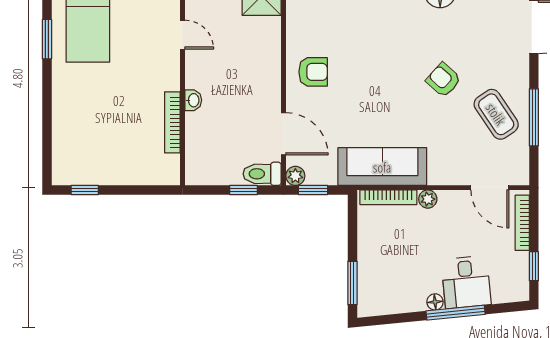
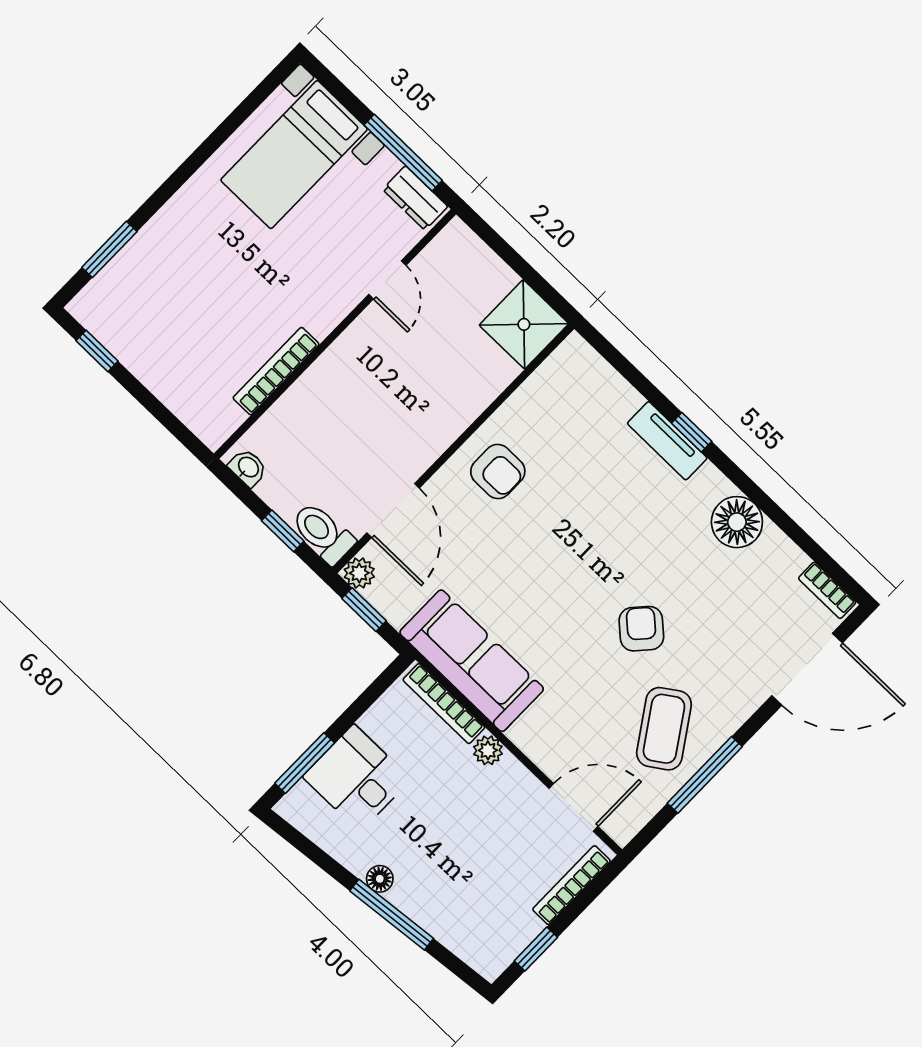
window: (47, 39) -> (109, 249), moved
washbasin: (193, 100) -> (248, 468), moved, turned -90
door: (490, 188) -> (574, 807), swing flipped
desk: (466, 282) -> (357, 778), moved, turned 96

